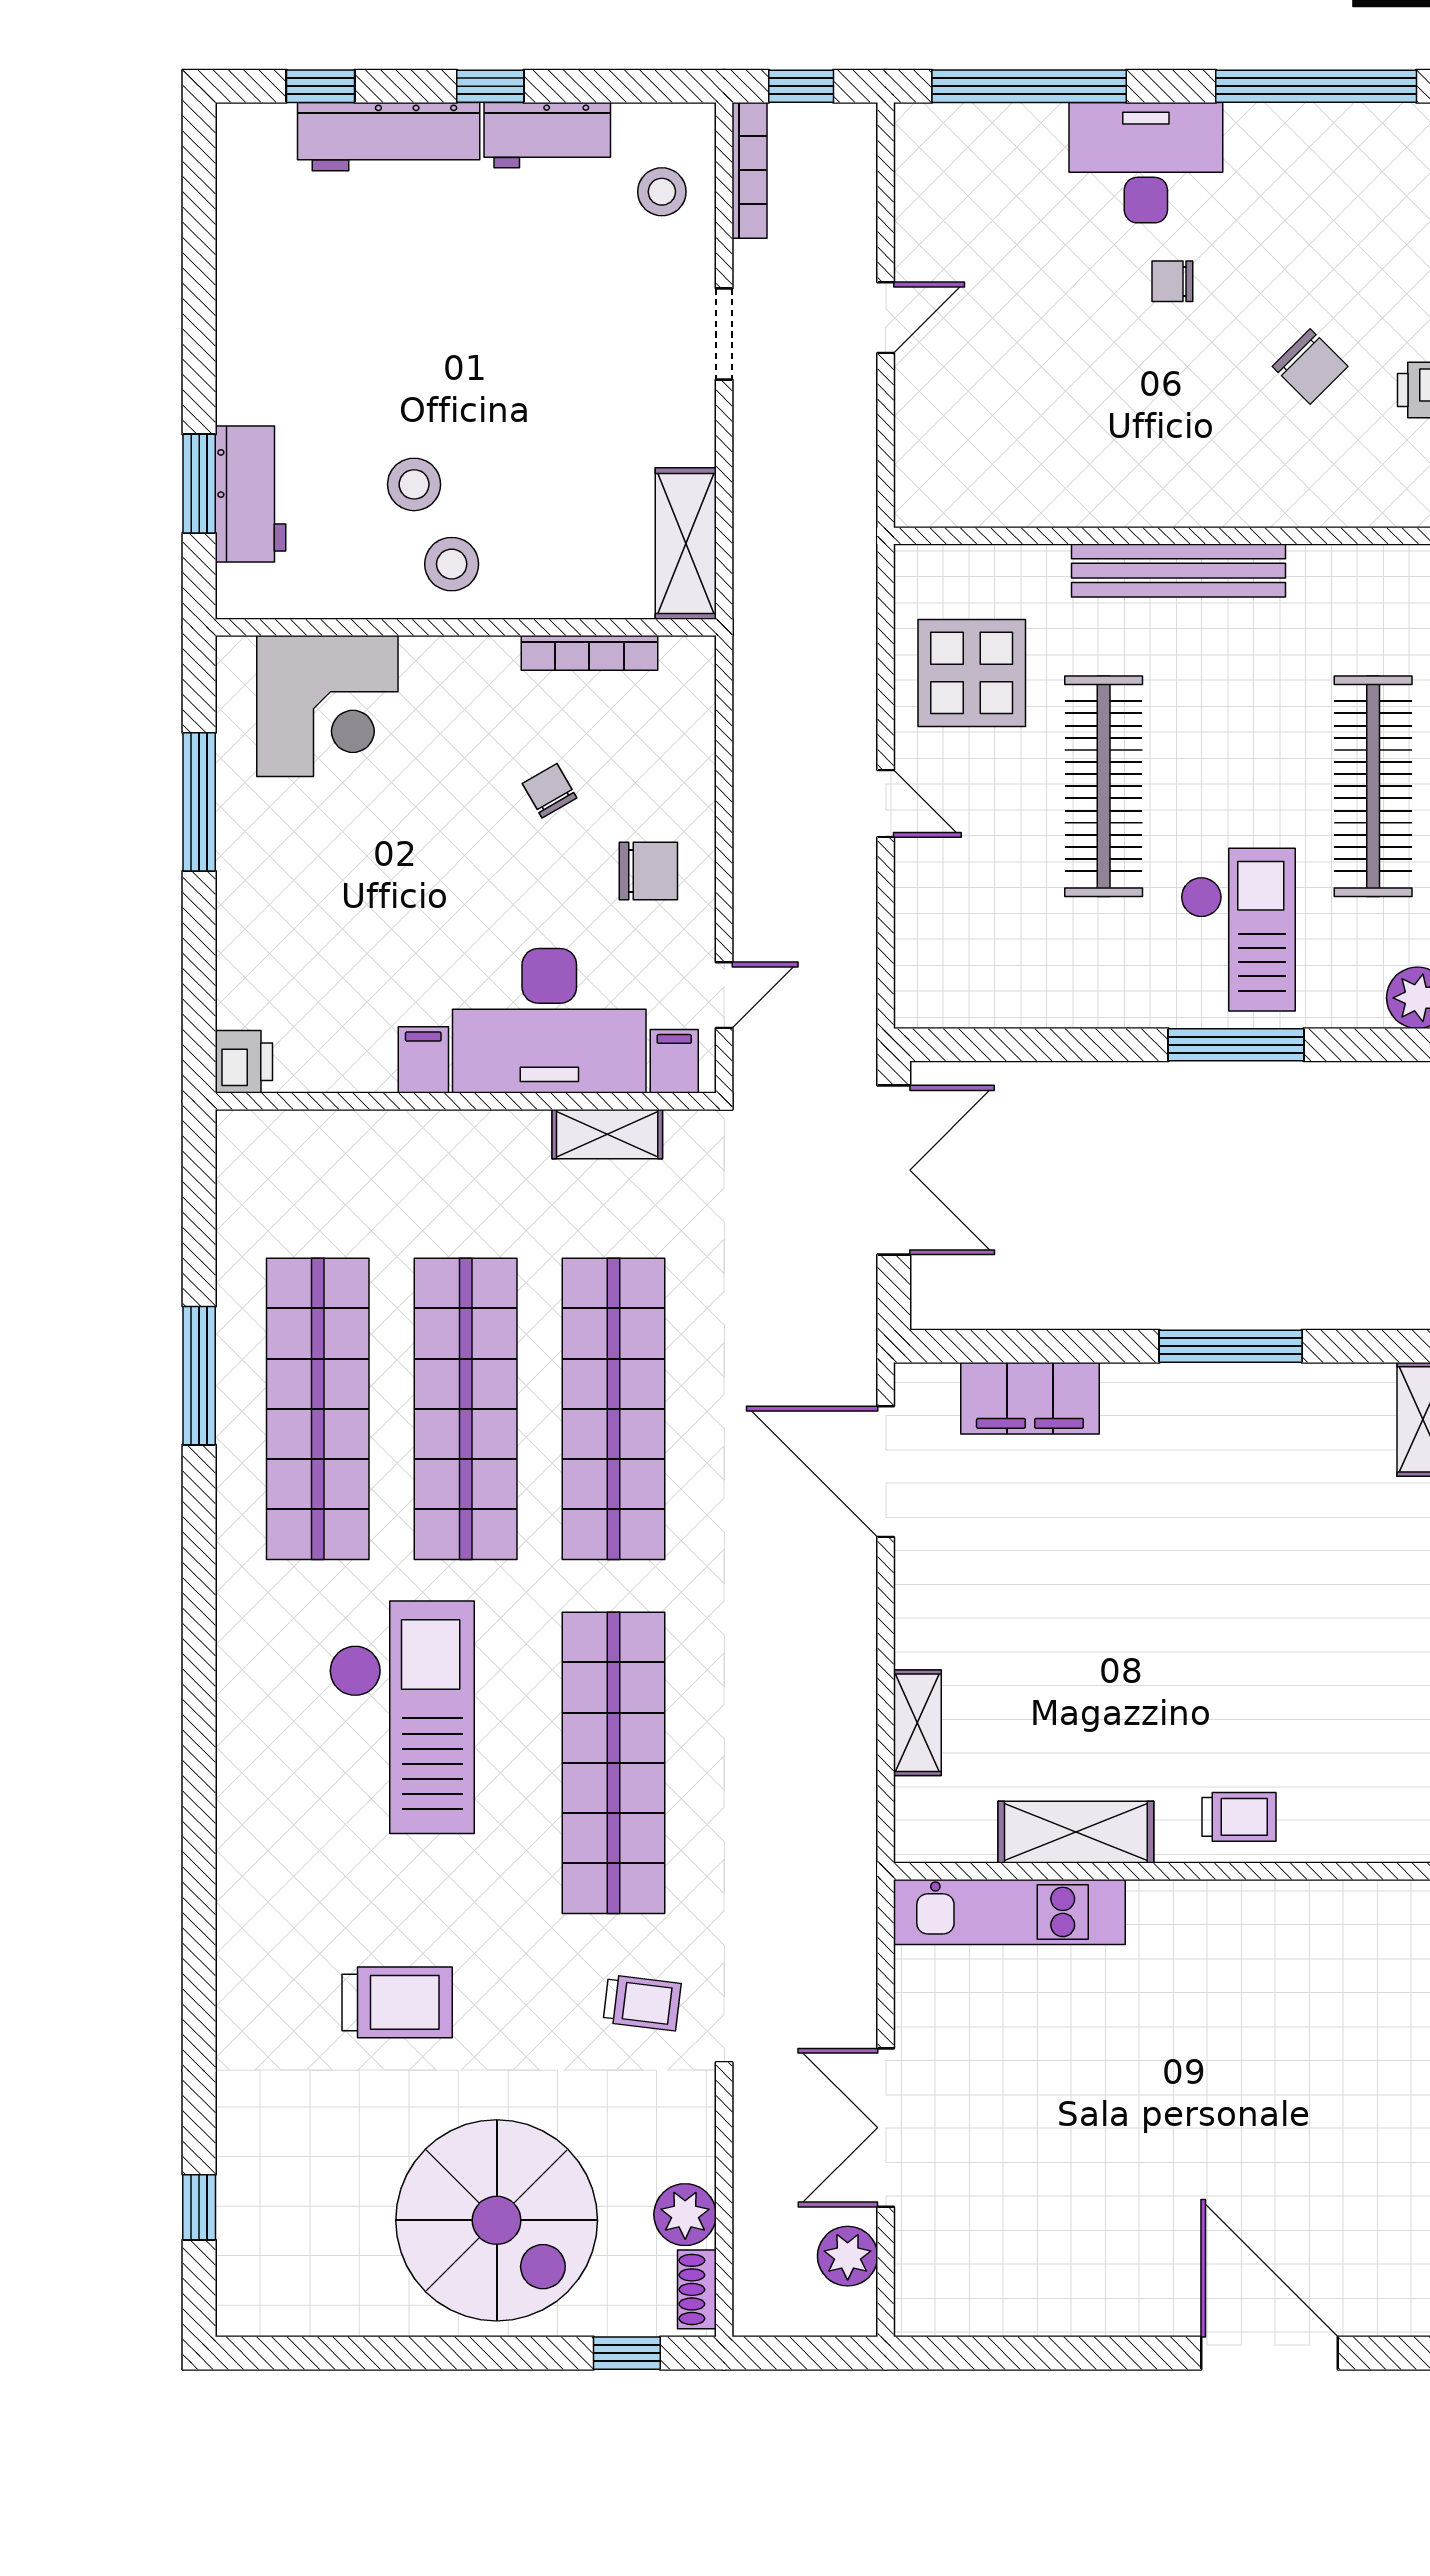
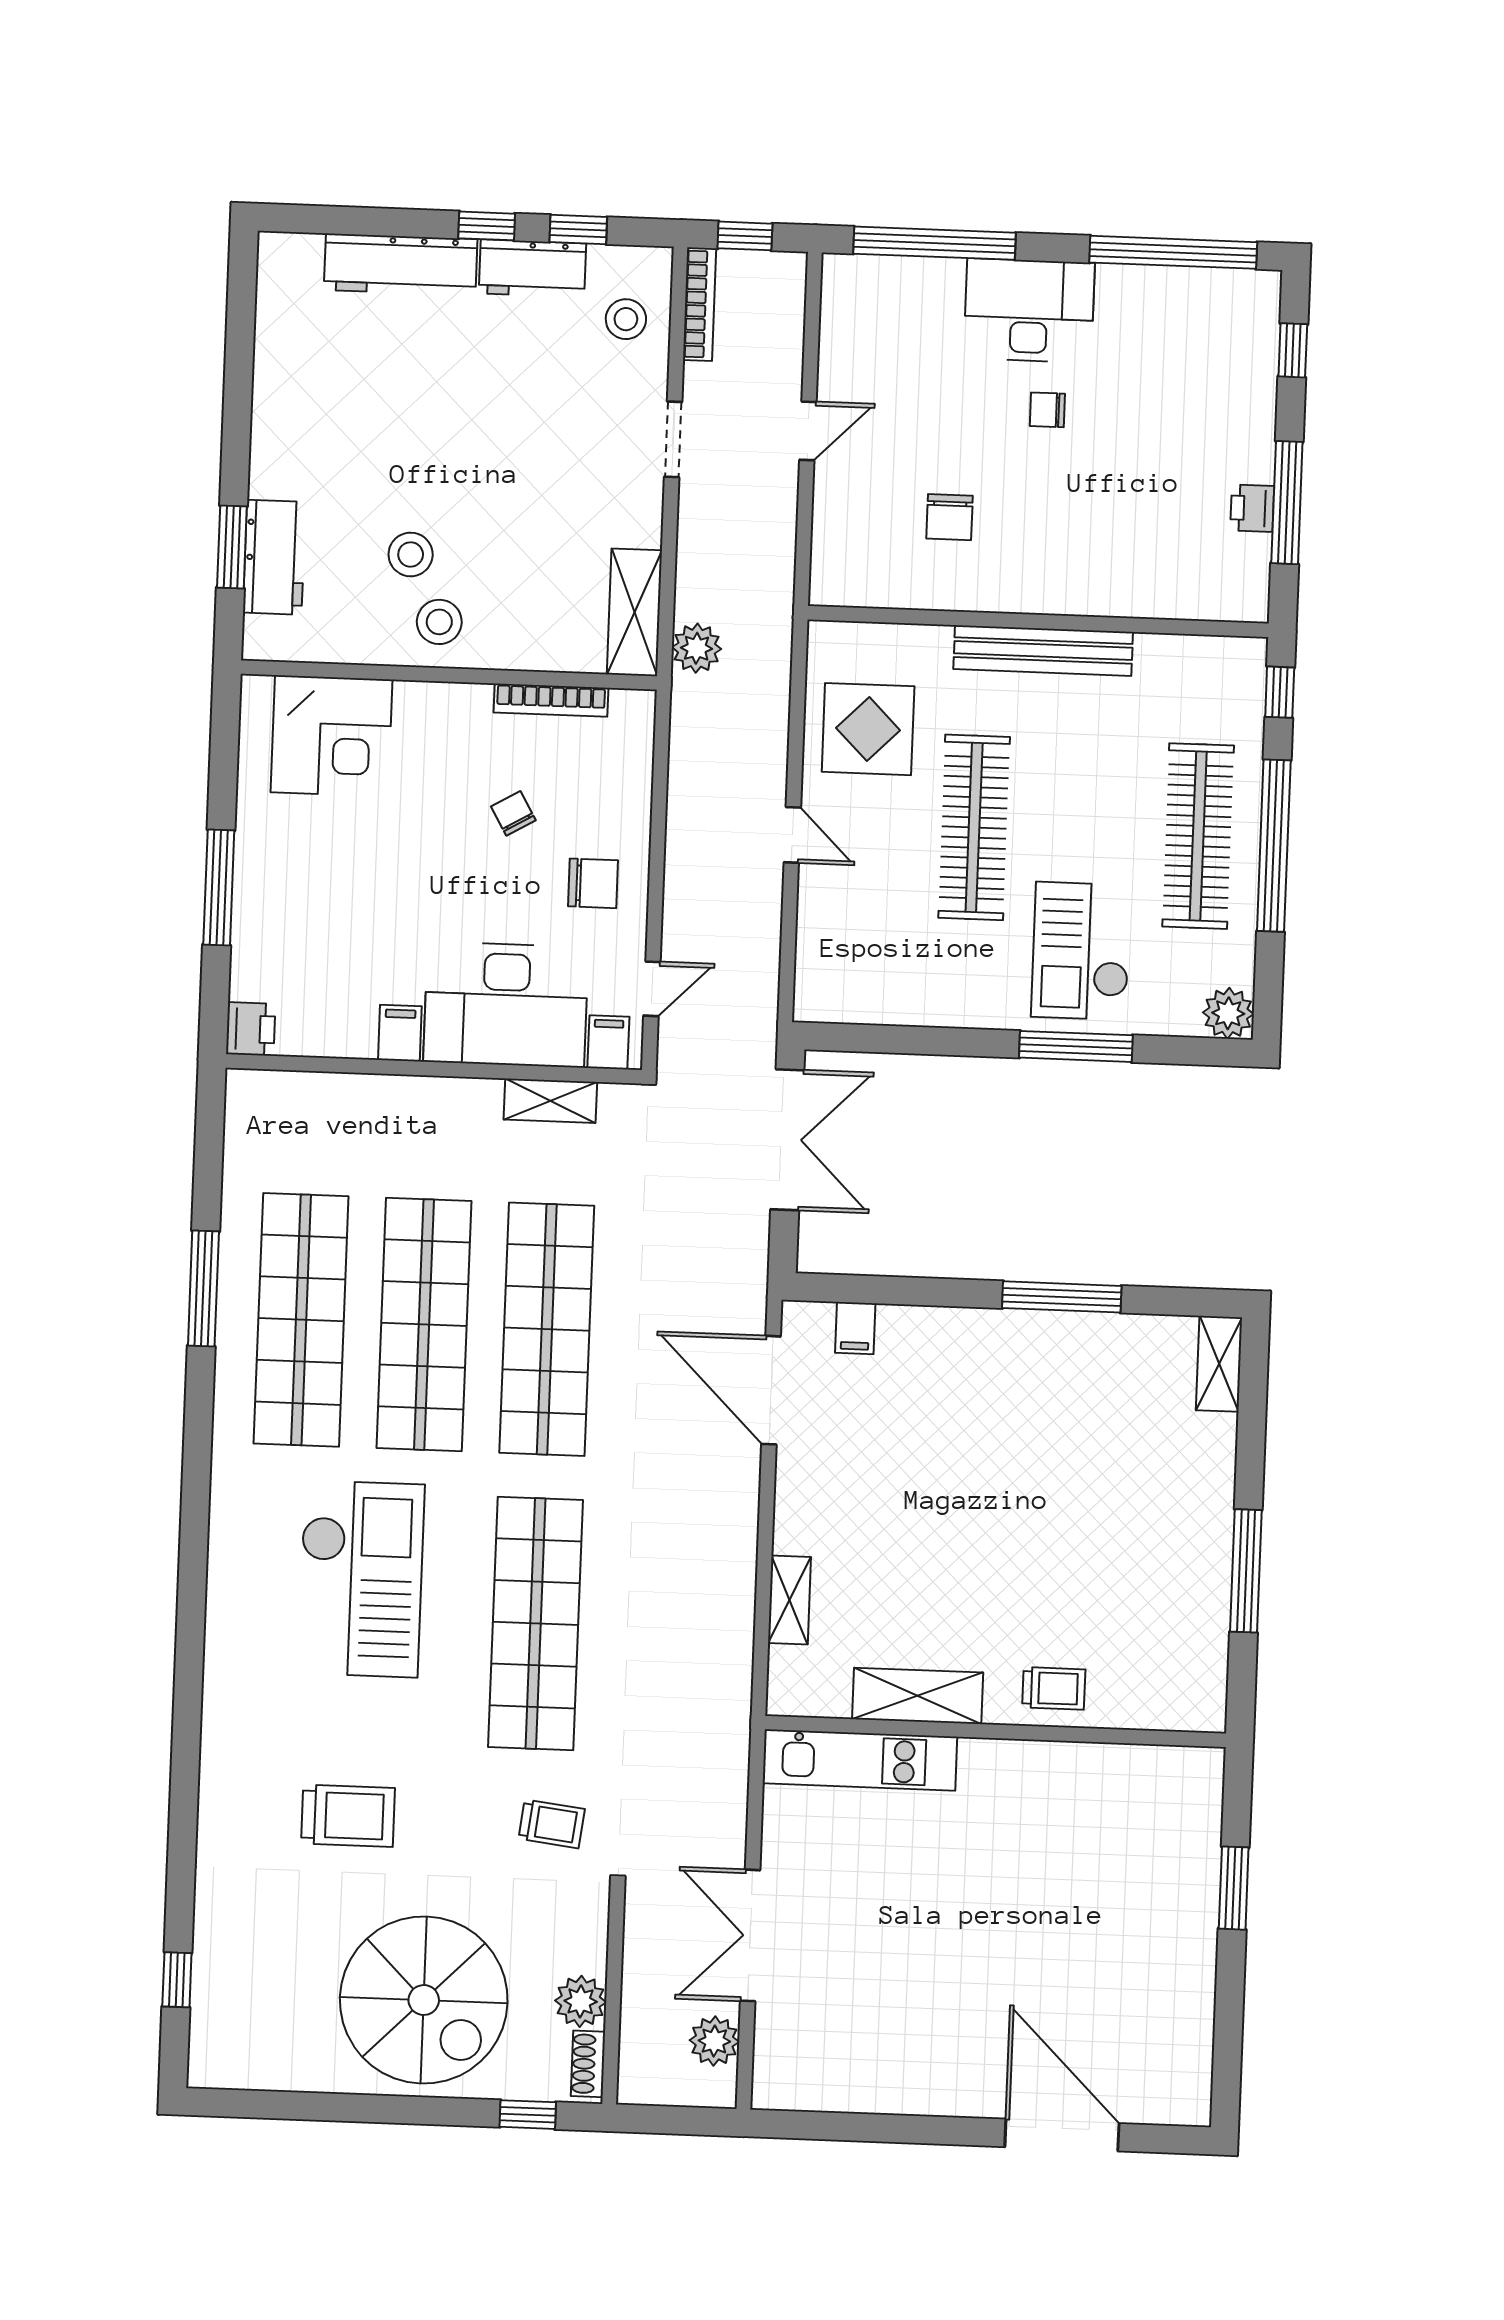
window: (320, 86) -> (578, 230), moved
chair: (1310, 366) -> (949, 517), moved, turned 45
plant: (762, 584) -> (697, 648), added
window: (199, 802) -> (219, 887), moved
checkout: (1238, 930) -> (1081, 951), turned 180
filing cabinet: (1030, 1398) -> (855, 1328), width x0.33, depth x0.86

